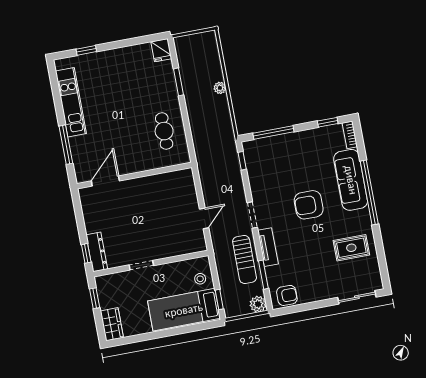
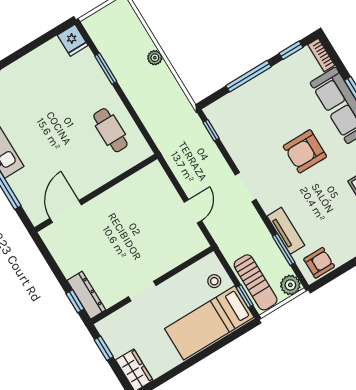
window: (273, 132) -> (248, 76), moved
tv unit: (268, 247) -> (286, 231), moved
sun lounger: (245, 260) -> (256, 282), moved

